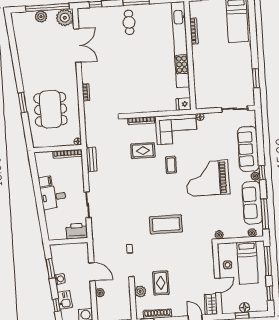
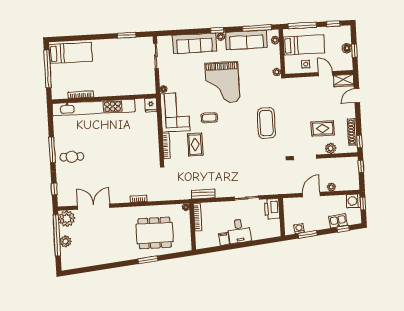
washing machine: (60, 279) -> (299, 229), moved

